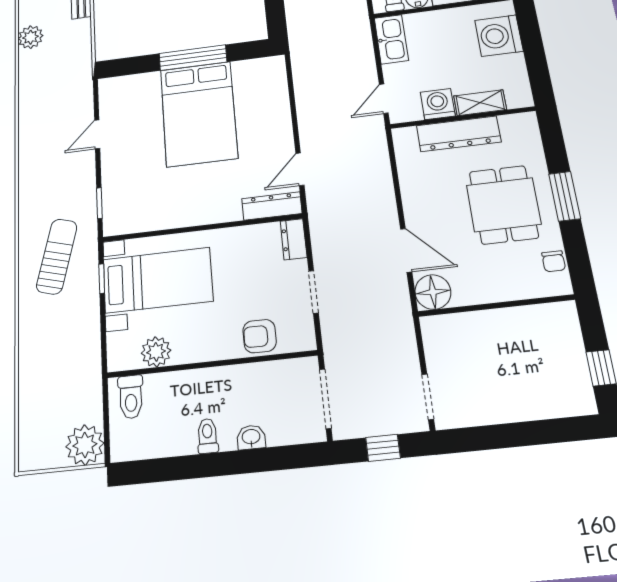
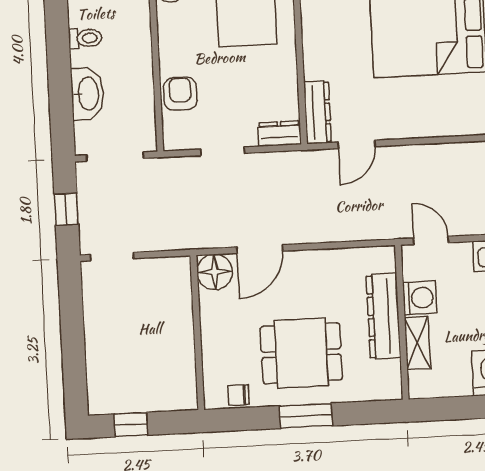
door: (300, 169) -> (357, 144), swing flipped
washbasin: (251, 437) -> (87, 94), width x1.91, depth x1.45

